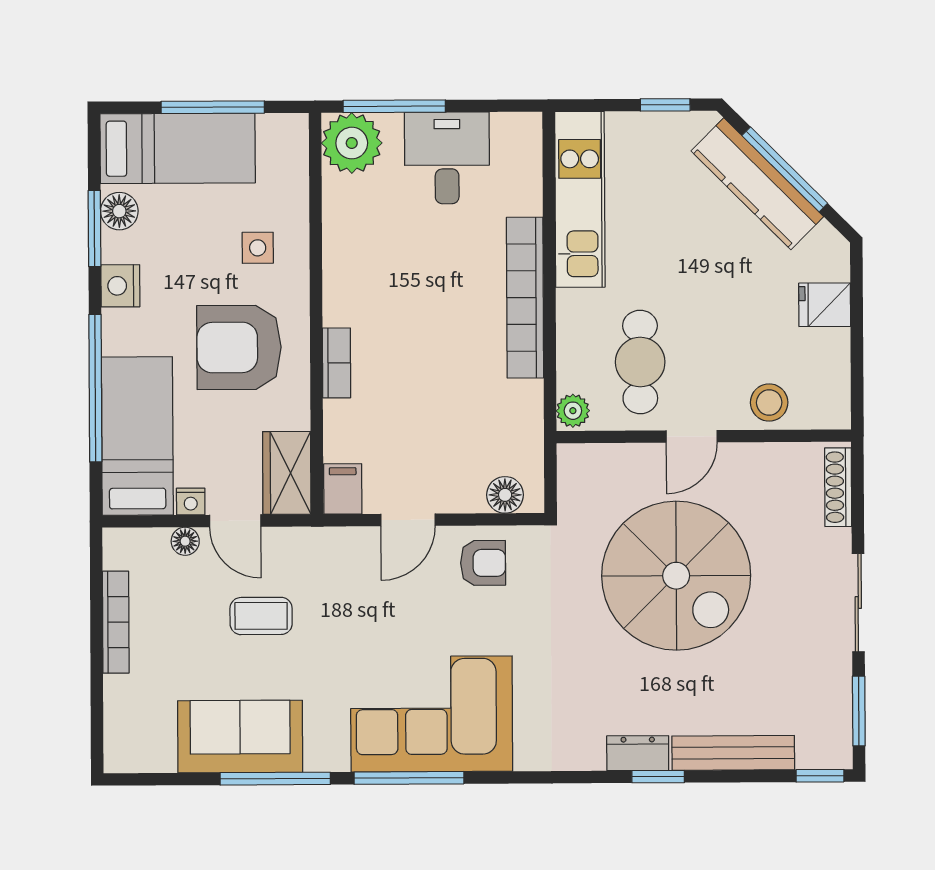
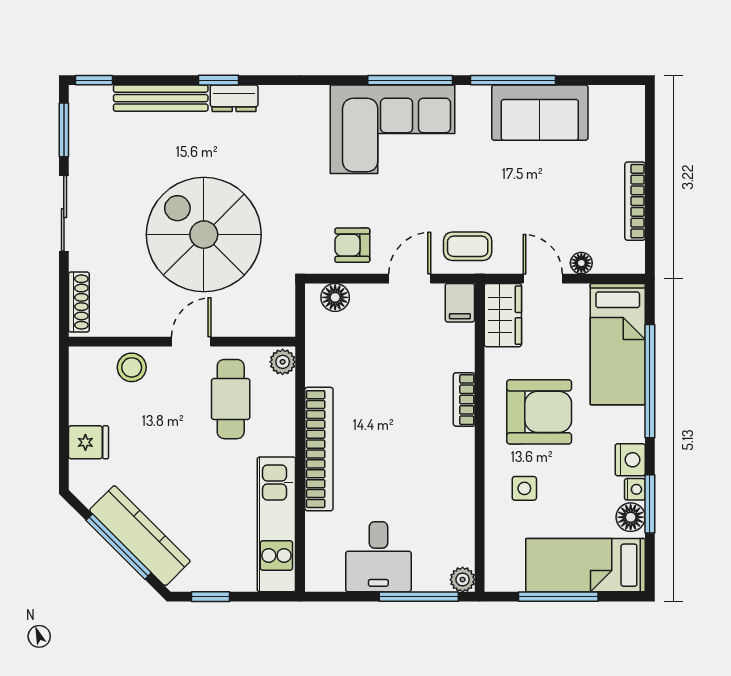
plant: (352, 143) -> (463, 580), width x0.53, depth x0.53
nightstand: (191, 501) -> (635, 489), moved, turned 90
coffee table: (261, 616) -> (468, 246), moved

